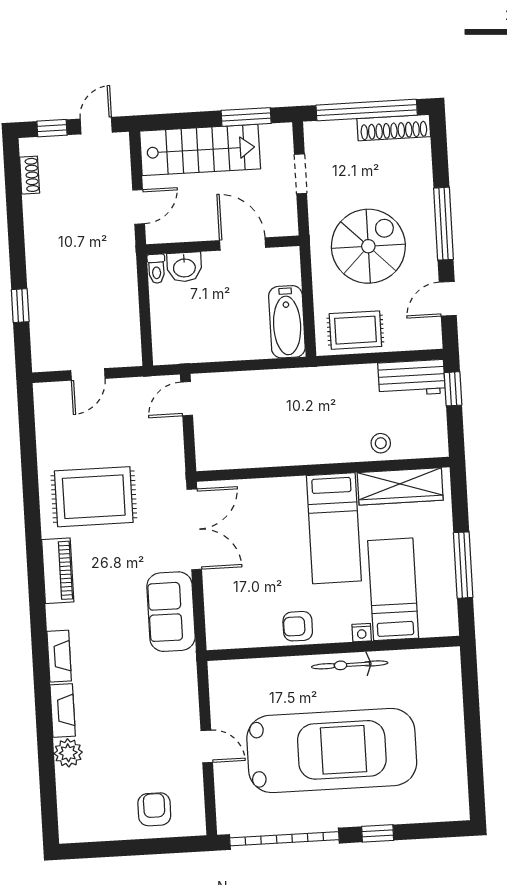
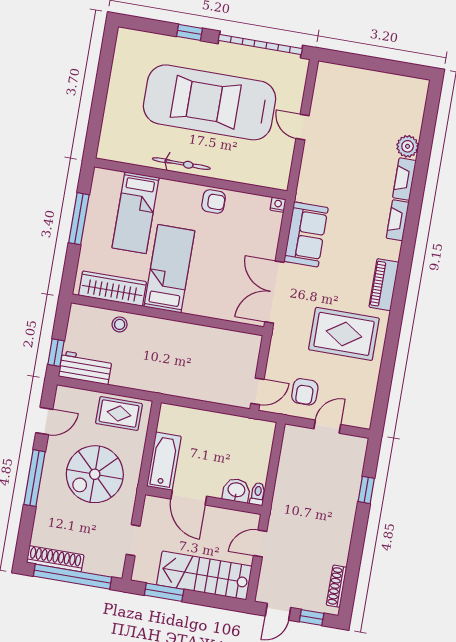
shoe rack: (30, 175) -> (336, 586), width x1.43
bathtub: (287, 322) -> (164, 461), moved
nightstand: (362, 633) -> (278, 205), moved
armchair: (154, 809) -> (305, 392), moved

